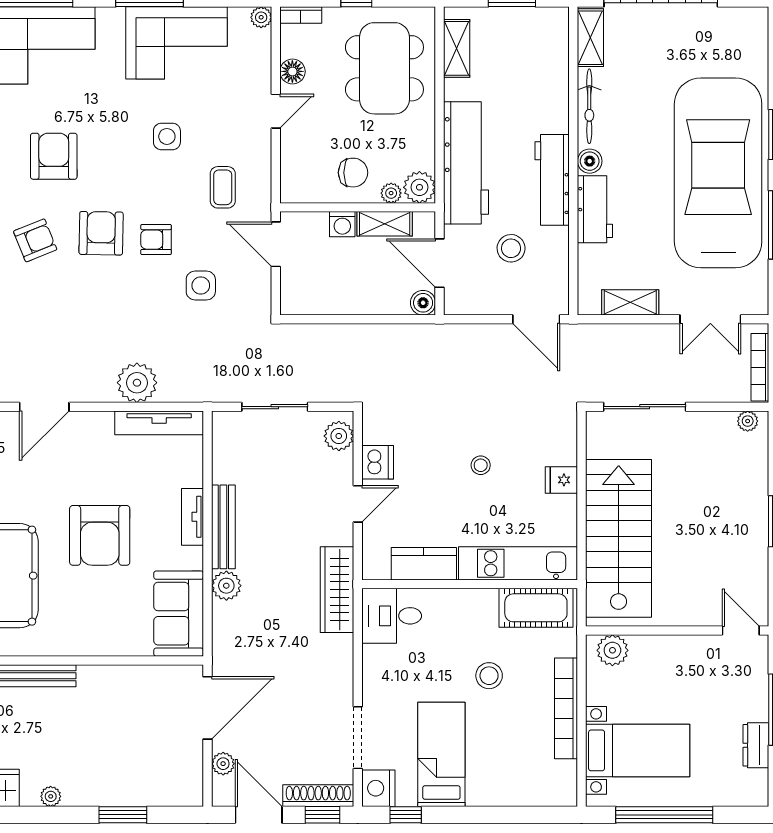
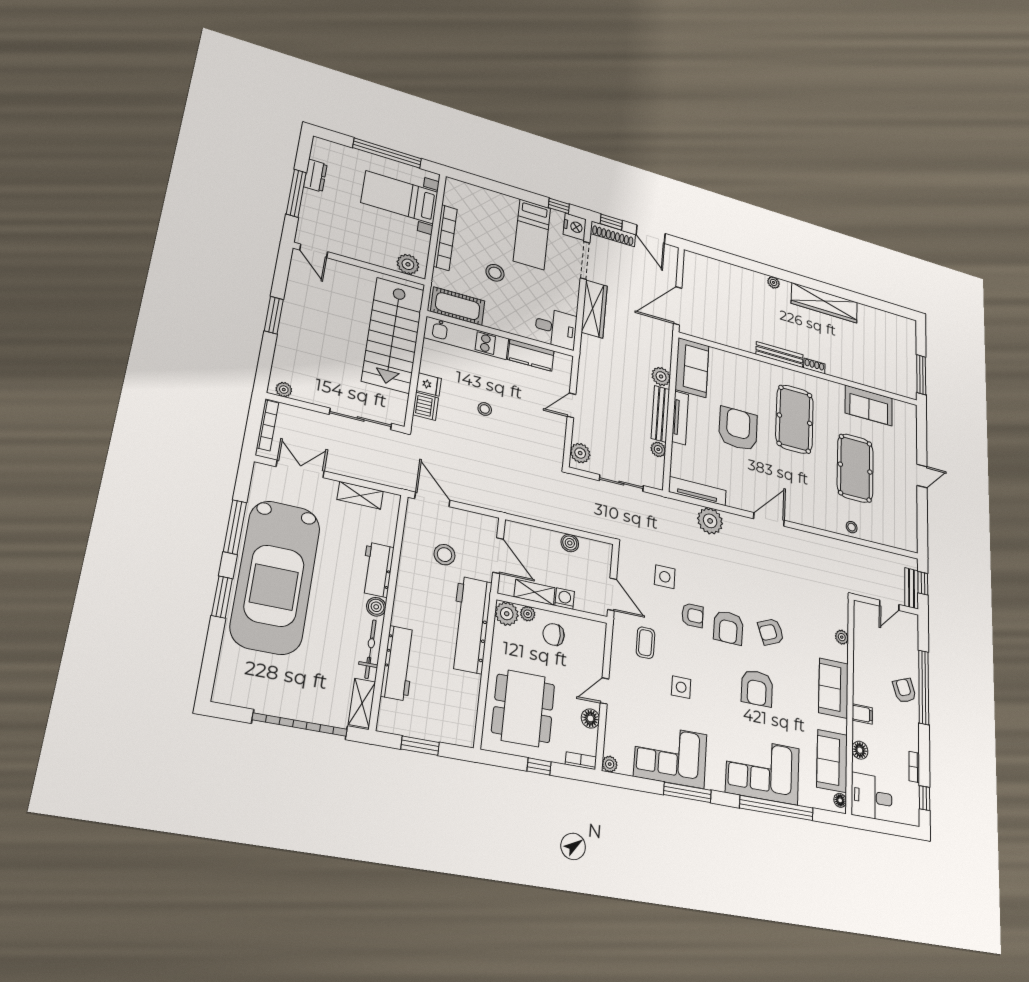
shelving: (457, 48) -> (467, 714), removed
workbench: (552, 180) -> (398, 663), moved
boiler: (423, 303) -> (570, 543), moved
dishwasher: (378, 462) -> (426, 406), moved, turned 180
tv unit: (193, 517) -> (680, 418), width x1.41
wardrobe: (337, 590) -> (594, 309), moved
plant: (223, 764) -> (658, 449), moved
window: (123, 815) -> (732, 259), removed

